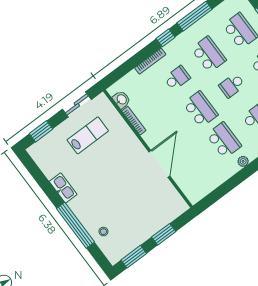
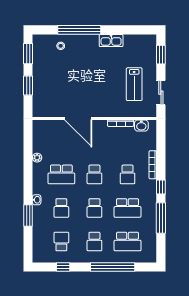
school desk: (232, 85) -> (94, 208), turned 180
school desk: (200, 109) -> (94, 174), width x0.54
plant: (243, 161) -> (37, 158), moved

